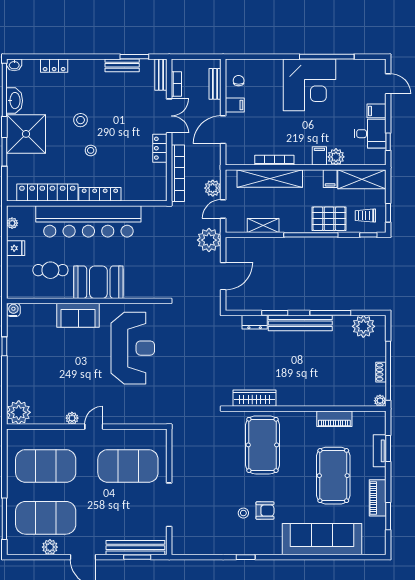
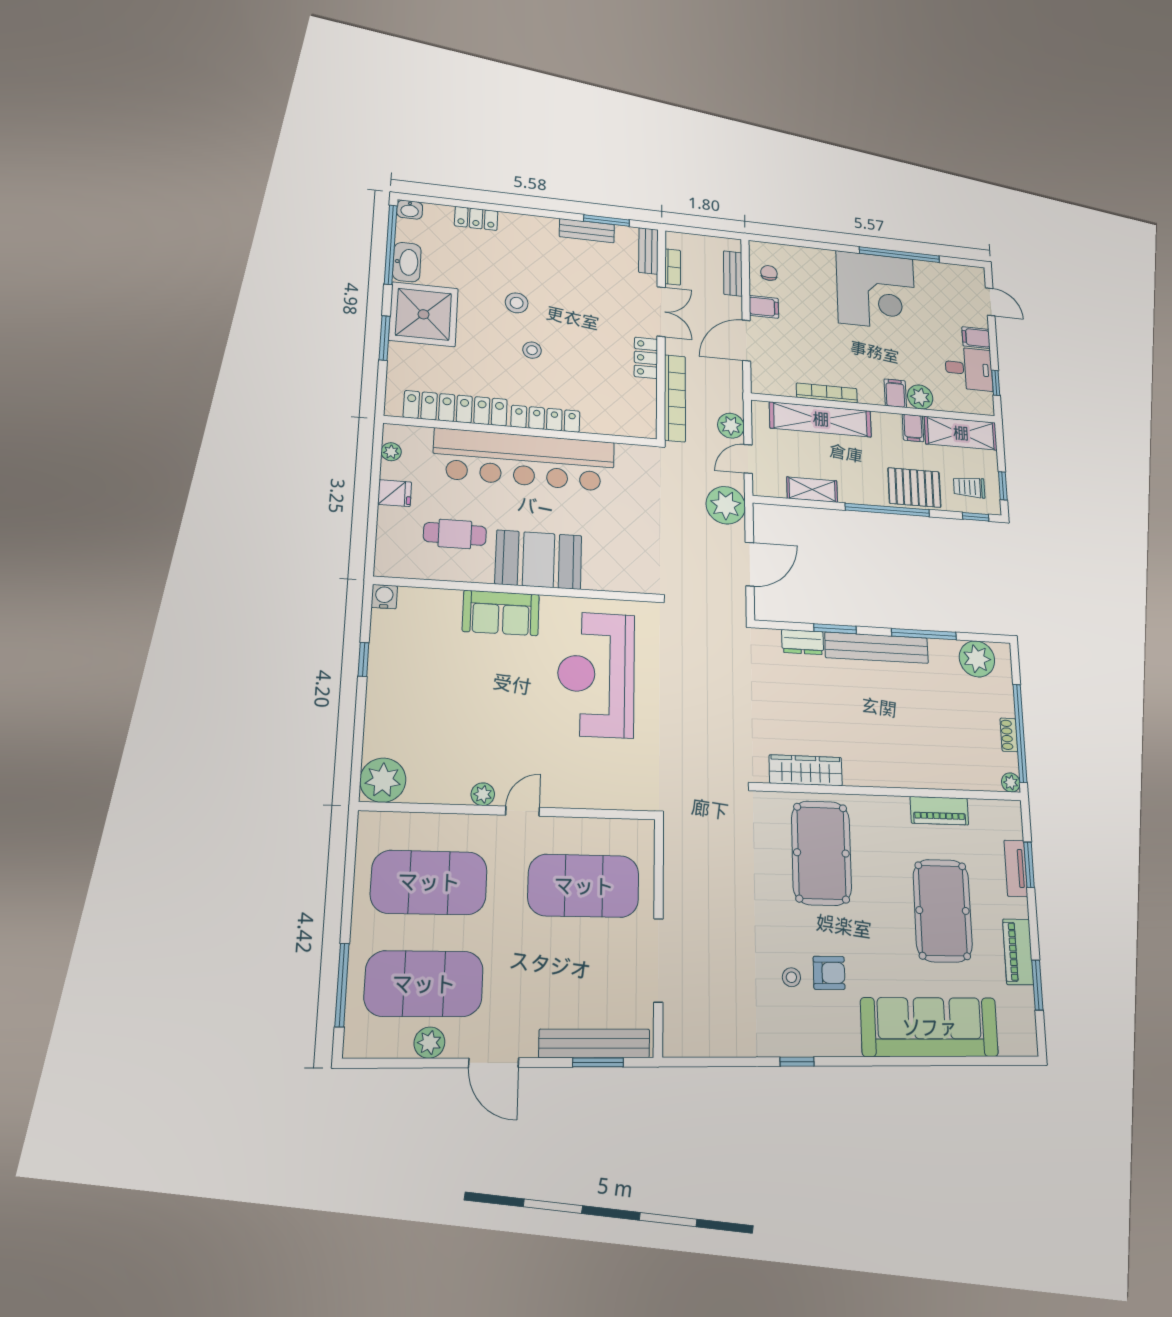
reception desk: (133, 348) -> (596, 674), turned 180

